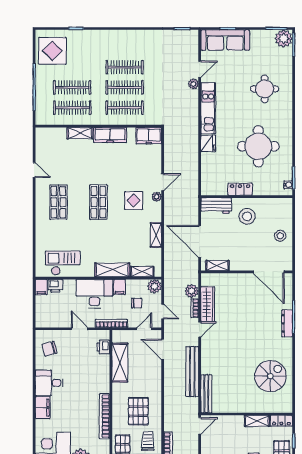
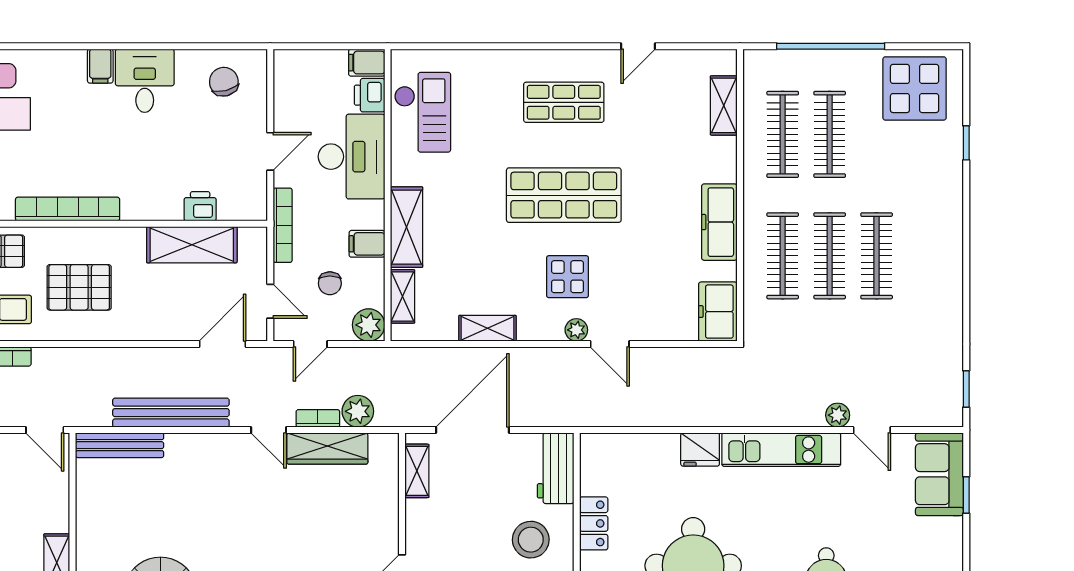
sofa: (225, 40) -> (939, 474), width x0.73
shelving: (80, 133) -> (724, 105), moved
shop shelf: (98, 202) -> (564, 195), width x1.43, depth x1.36
desk: (94, 294) -> (352, 157), moved
printer: (103, 347) -> (200, 206), moved
filing cabinet: (43, 408) -> (100, 66), width x0.50

